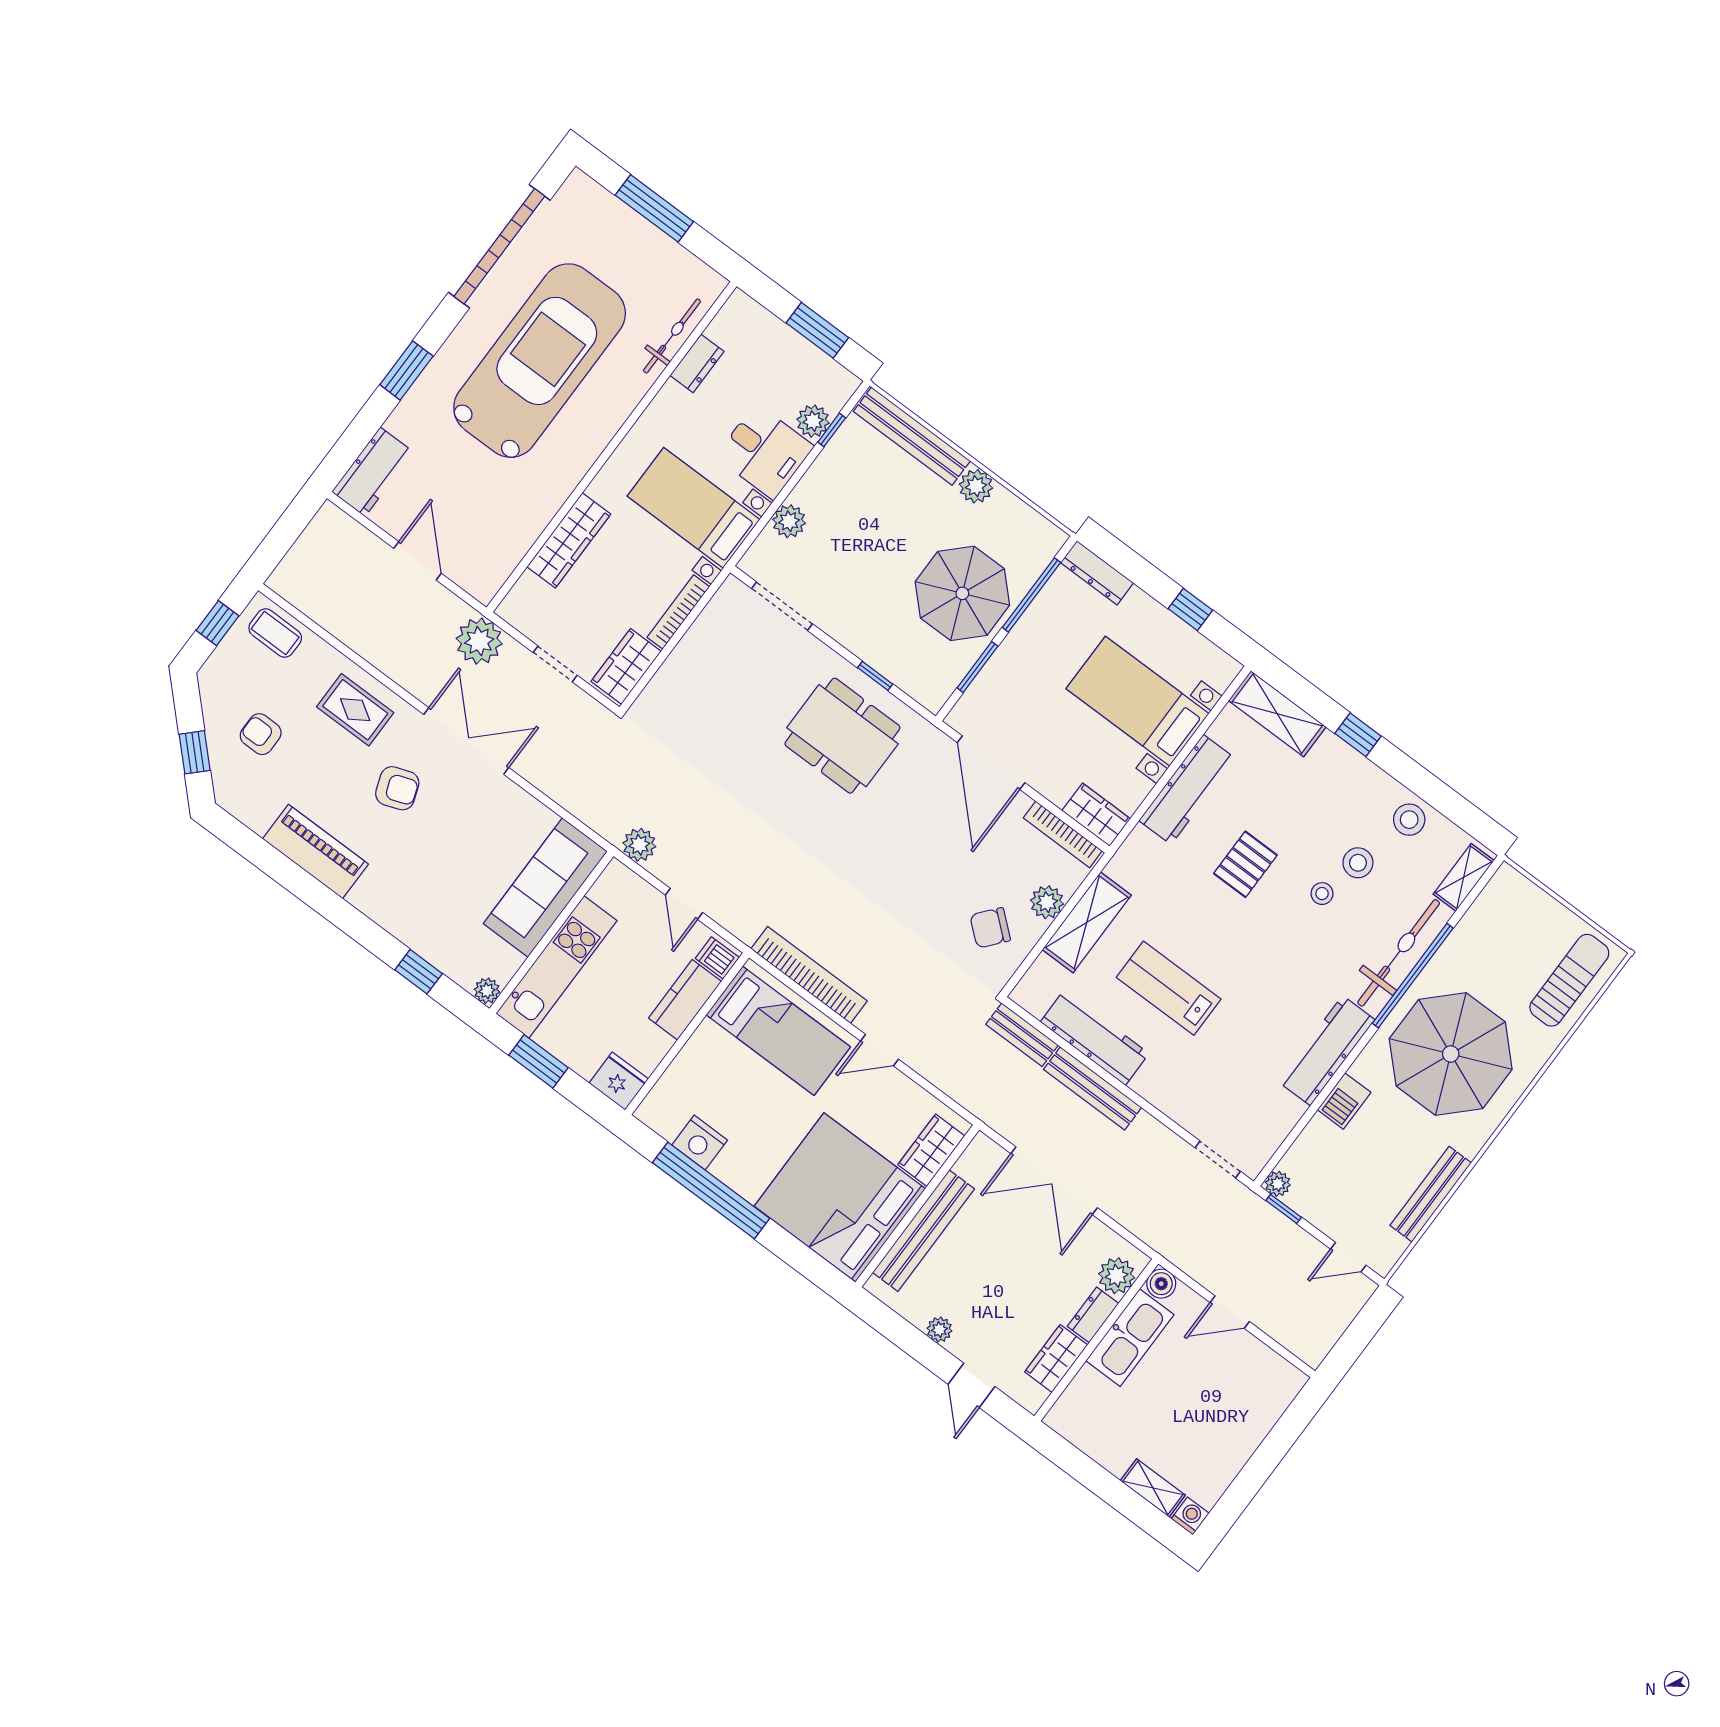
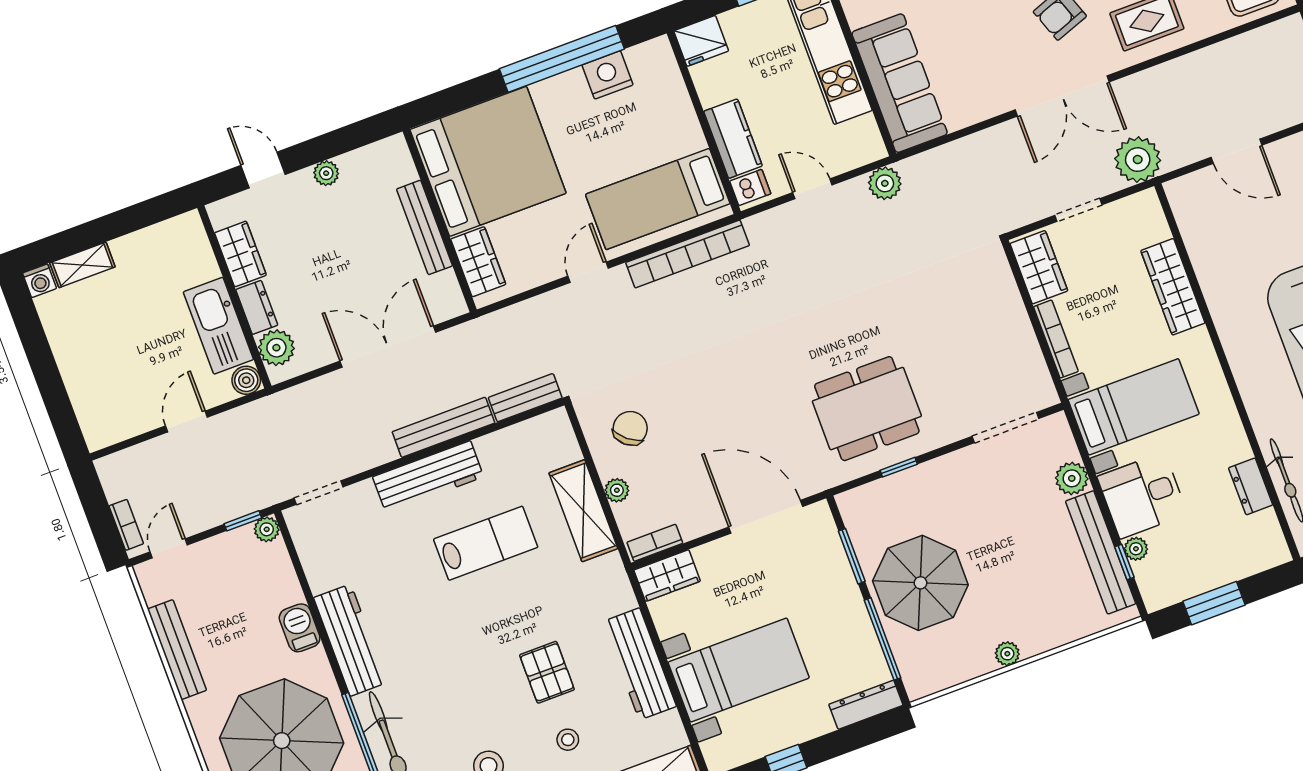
plant: (813, 421) -> (1136, 549), width x0.73, depth x0.73
bench: (912, 436) -> (1101, 552), moved, turned 90
plant: (976, 486) -> (1007, 654), width x0.73, depth x0.73
bookcase: (1063, 834) -> (655, 543), width x0.64
stool: (1322, 894) -> (568, 740), moved
plant: (1047, 902) -> (617, 490), width x0.73, depth x0.73
workbench: (1095, 1038) -> (428, 477), moved
bench: (924, 1231) -> (425, 227), width x0.73, depth x0.82
bookcase: (1352, 1307) -> (126, 525), added

